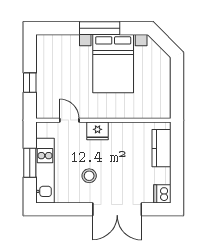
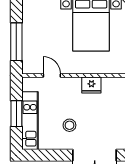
window: (30, 83) -> (16, 42), width x2.17
fridge: (98, 131) -> (91, 85), moved

